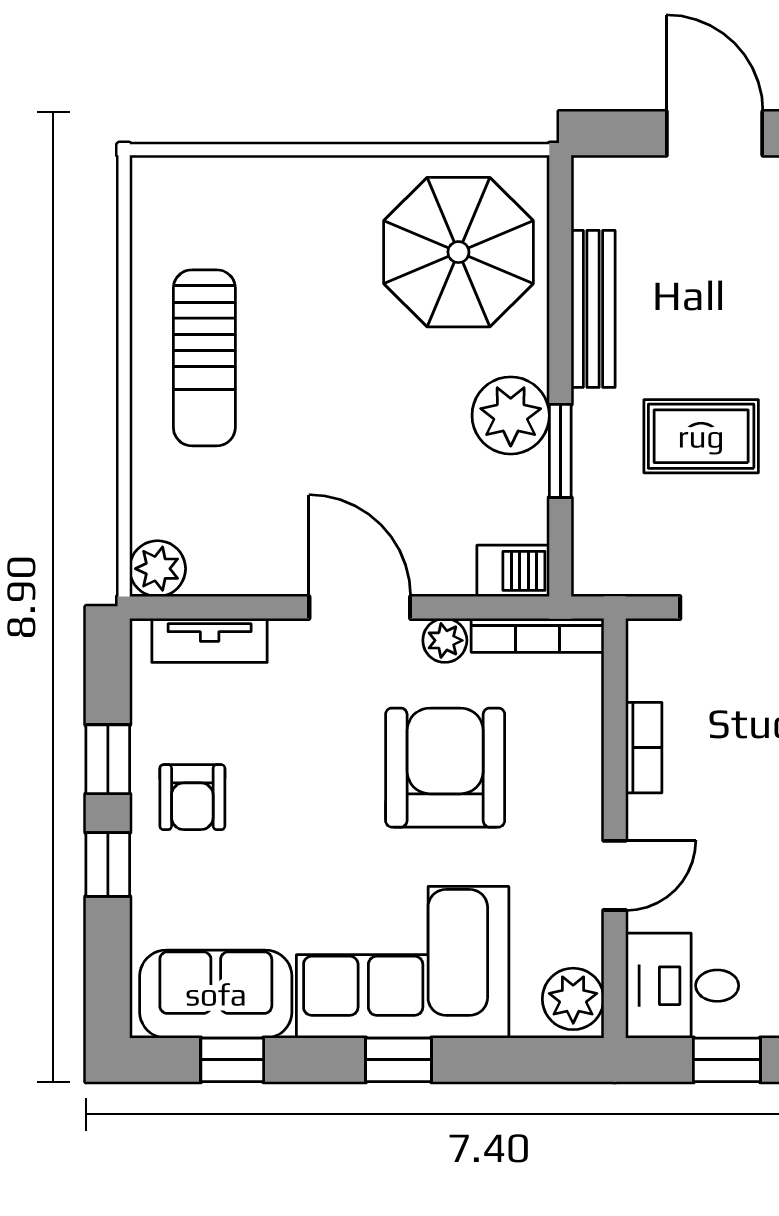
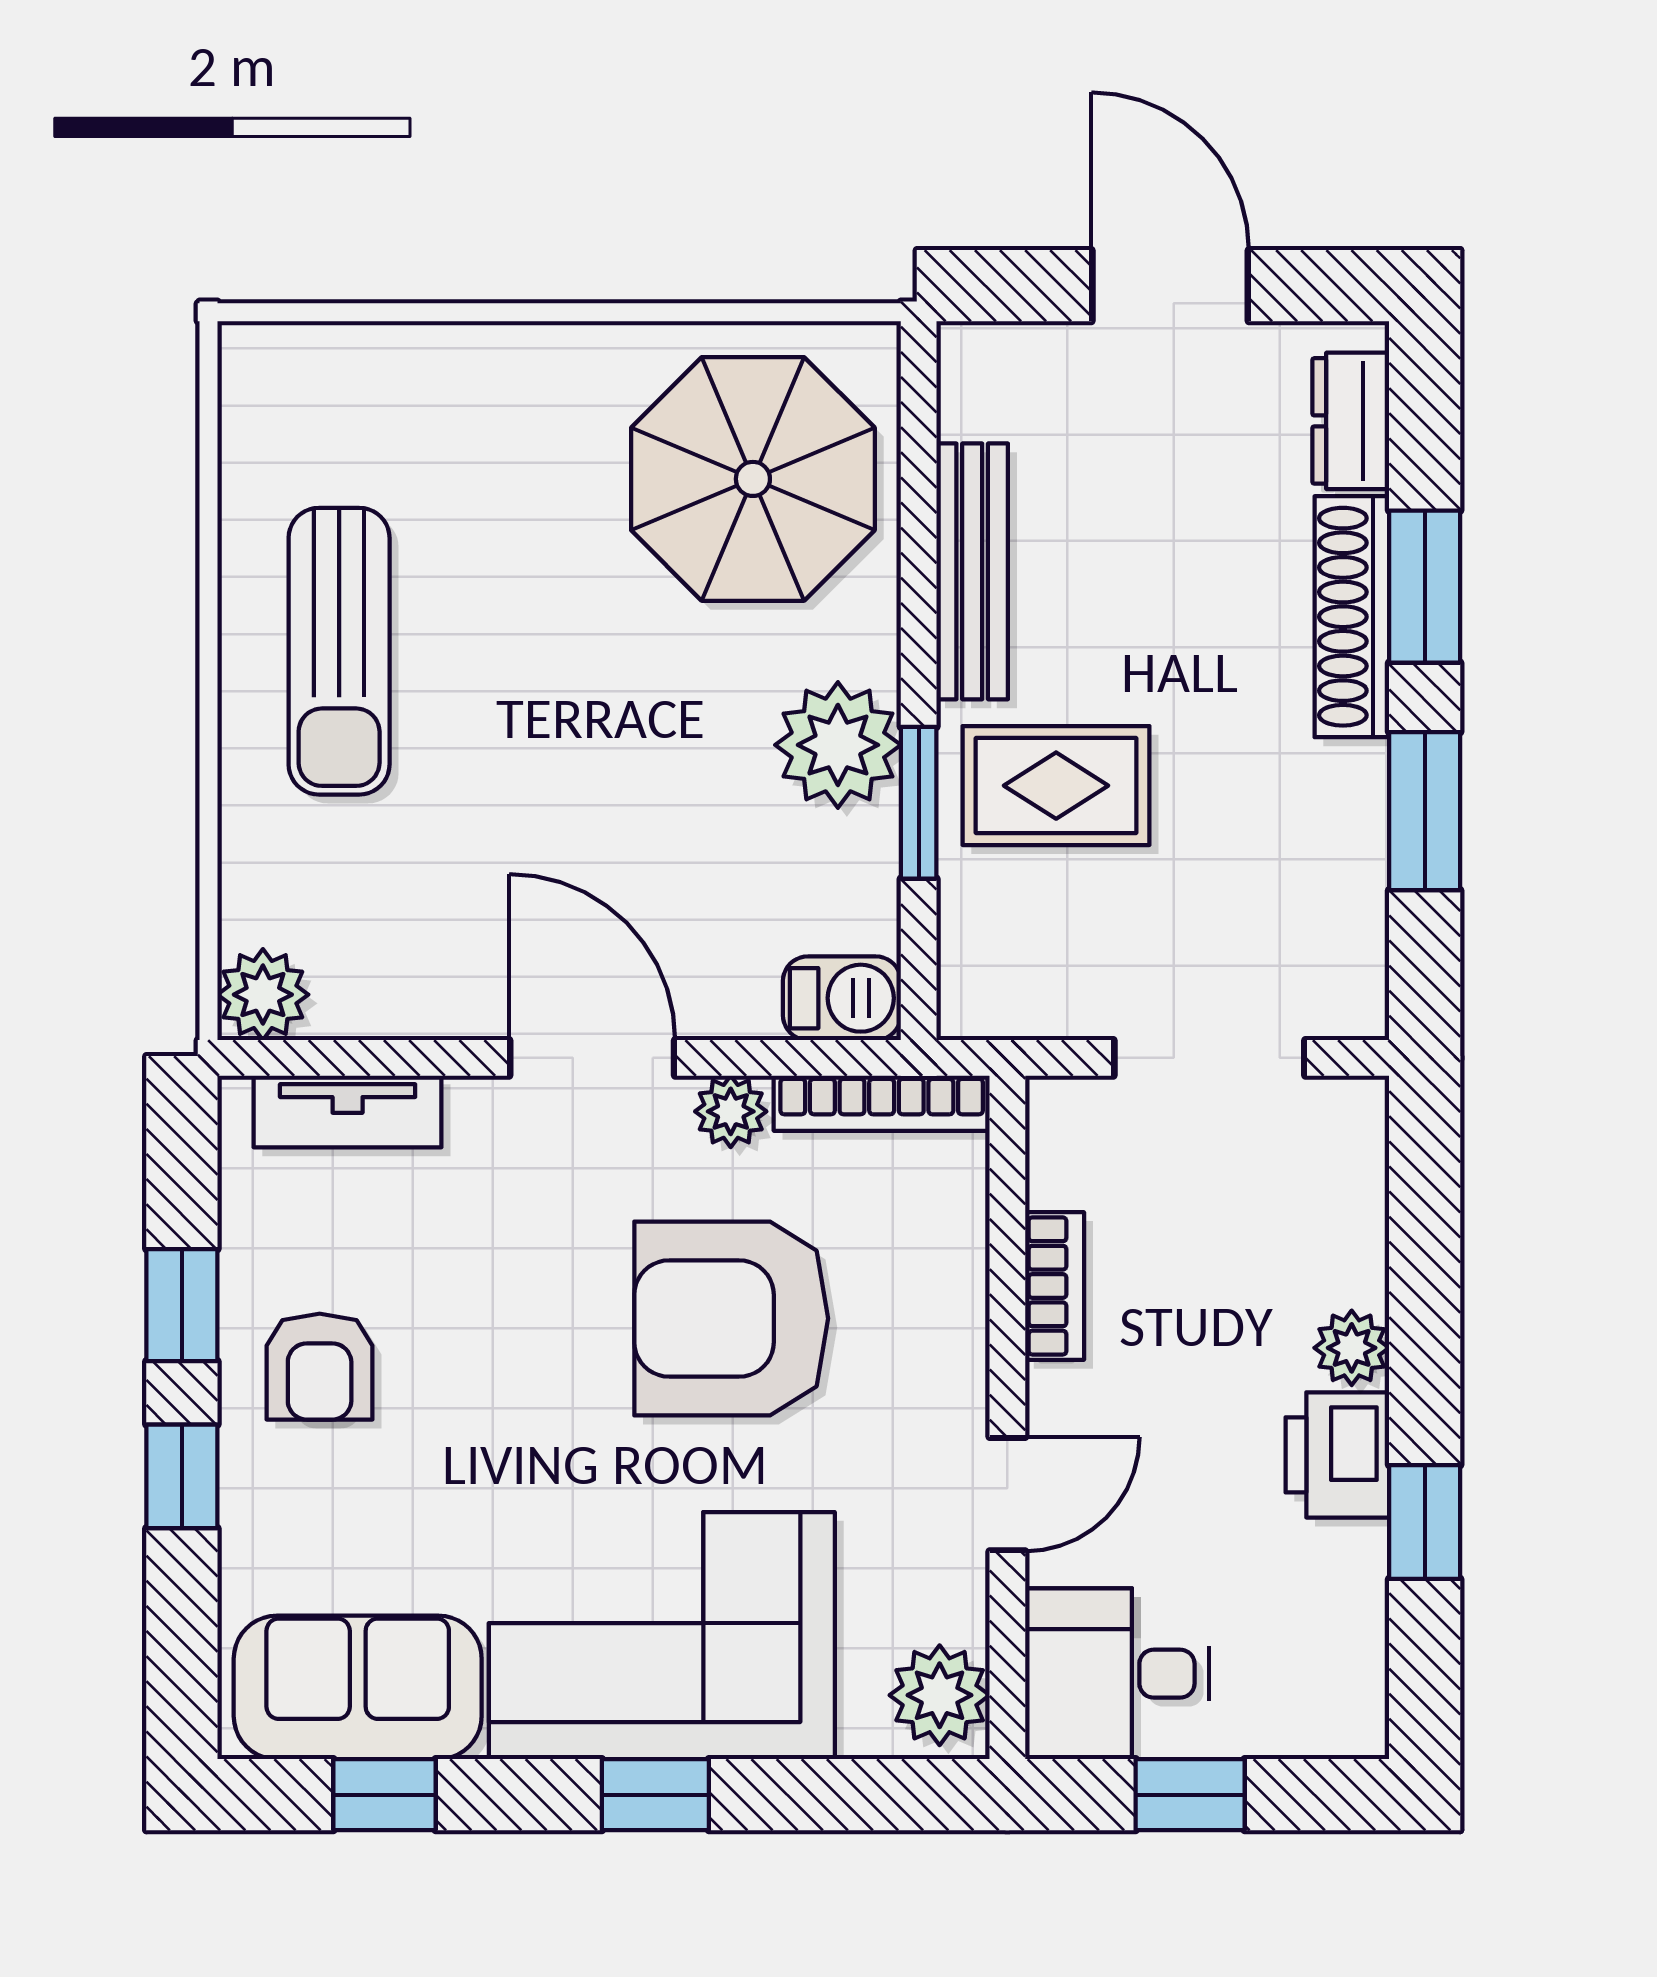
rug: (701, 436) -> (1056, 786), moved
armchair: (445, 768) -> (731, 1318), turned -90

